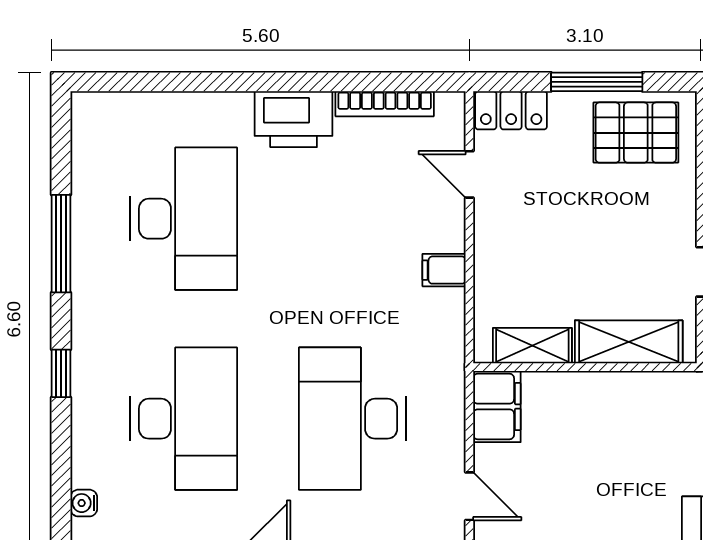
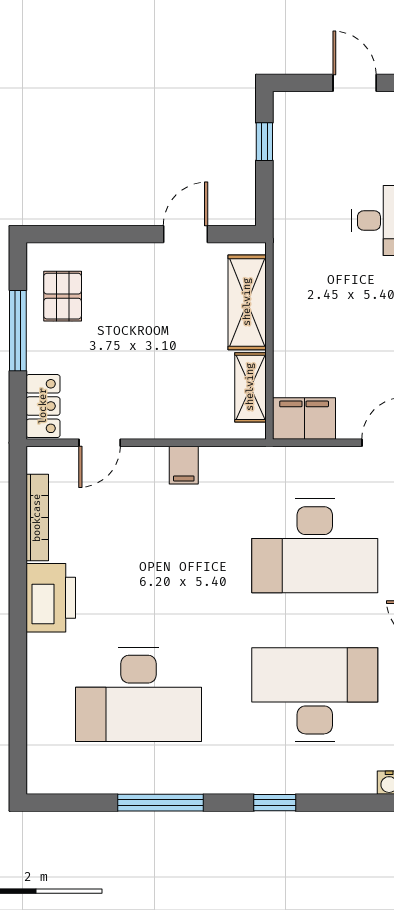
pallet: (636, 133) -> (63, 296), width x0.67, depth x0.71
desk: (184, 219) -> (139, 695), turned 180

